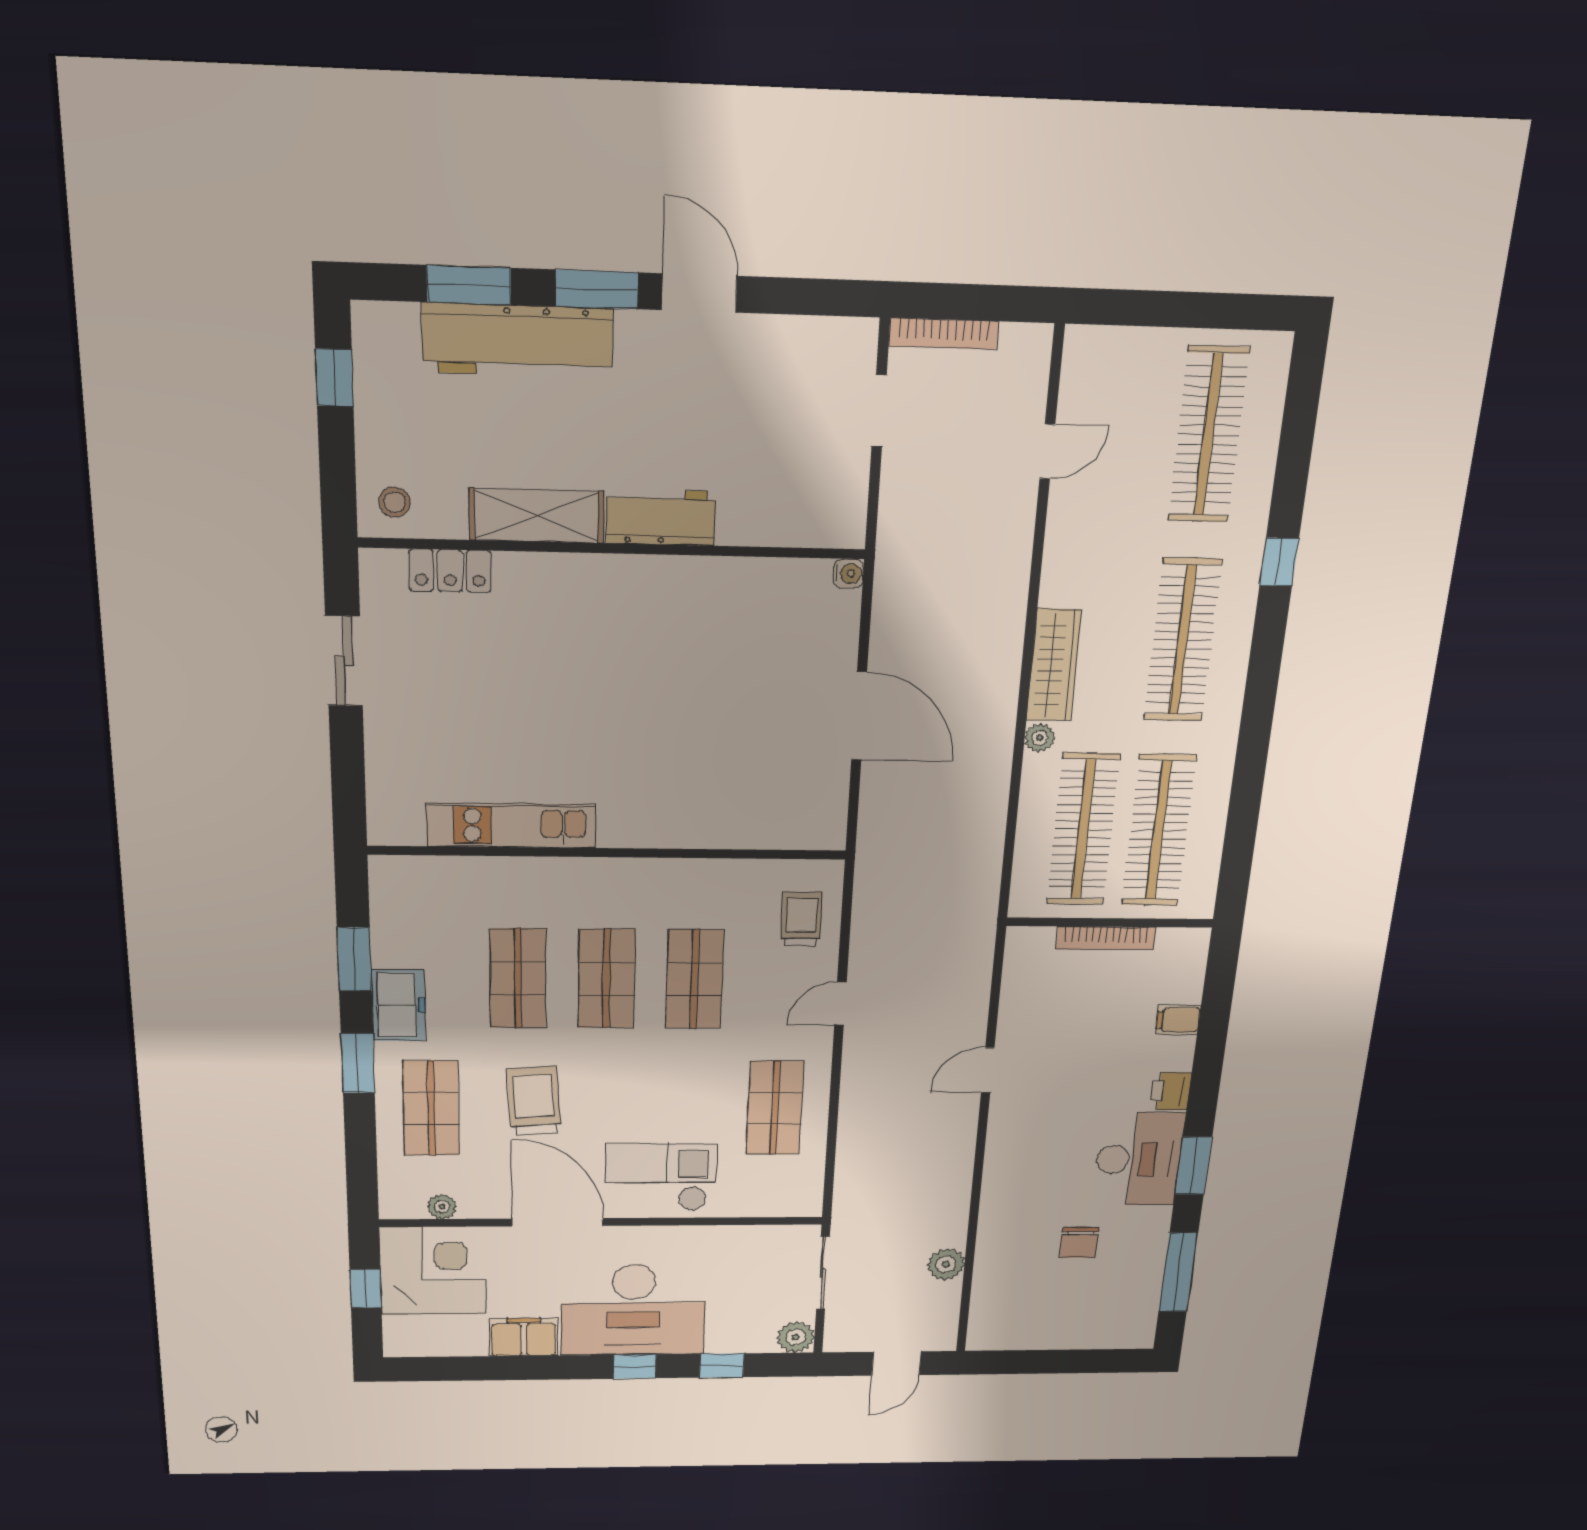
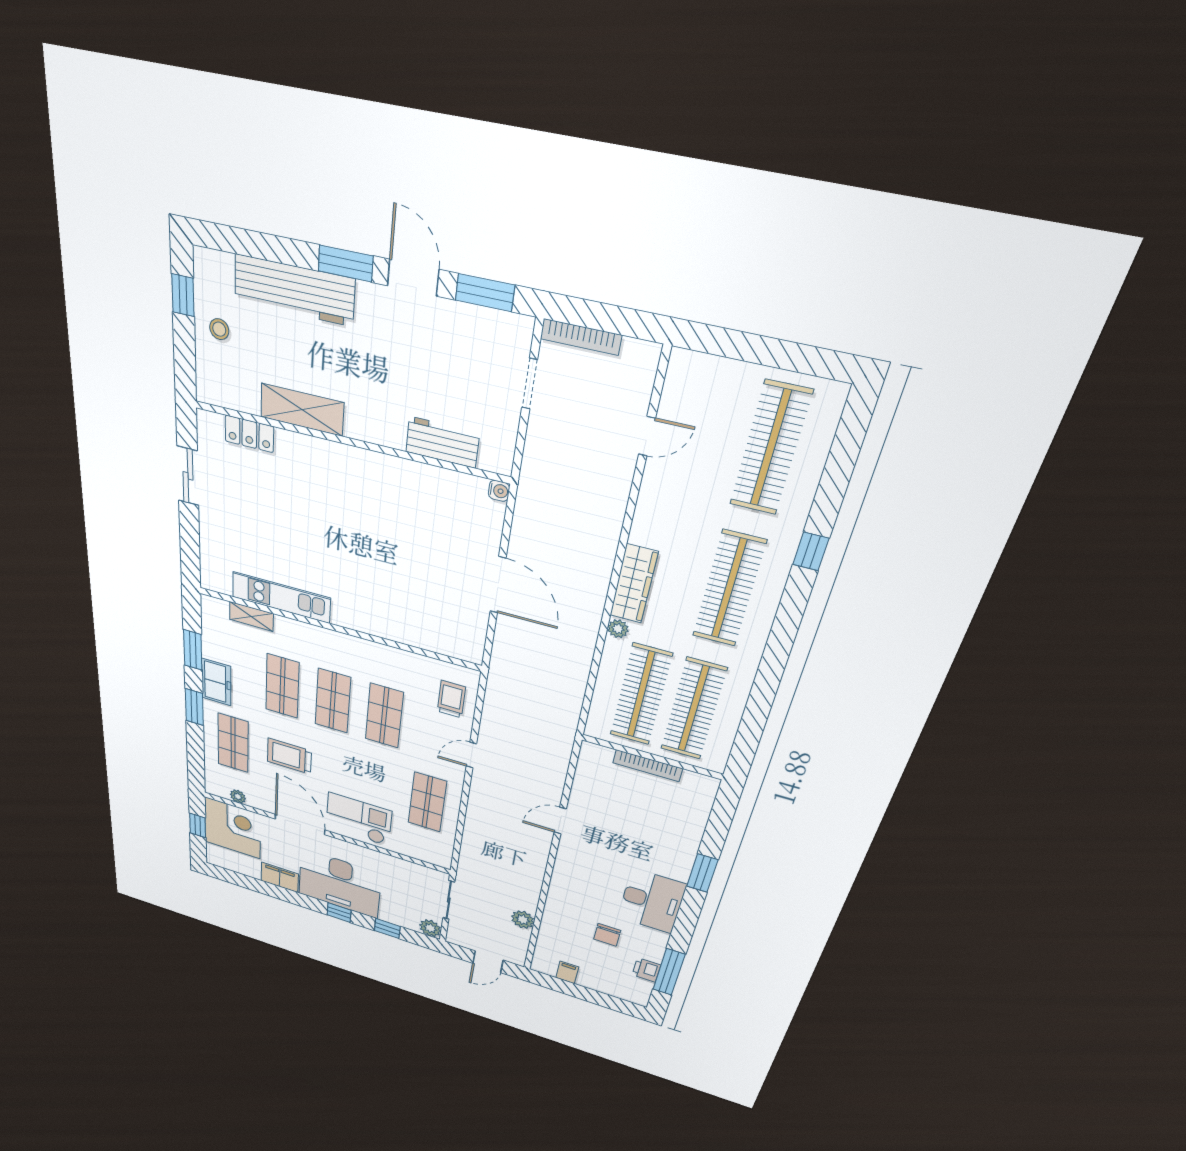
window: (469, 285) -> (485, 293), moved
stool: (395, 502) -> (219, 329), moved
workbench: (661, 517) -> (442, 442), moved
shelving: (460, 871) -> (251, 616), added
filing cabinet: (1178, 1020) -> (567, 972), moved, turned 90
printer: (1170, 1091) -> (646, 970), moved
trolley: (534, 1101) -> (289, 756), turned -86
window: (1193, 1166) -> (702, 873), moved

